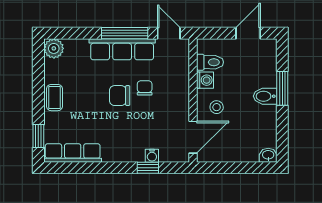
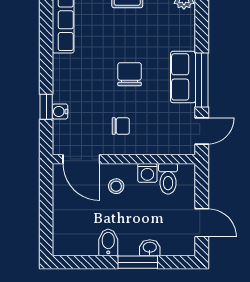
row of seats: (122, 49) -> (183, 77), width x0.68
chair: (145, 88) -> (121, 126), moved
bidet: (265, 96) -> (108, 242), moved
washbasin: (268, 155) -> (150, 248), moved, turned -90

